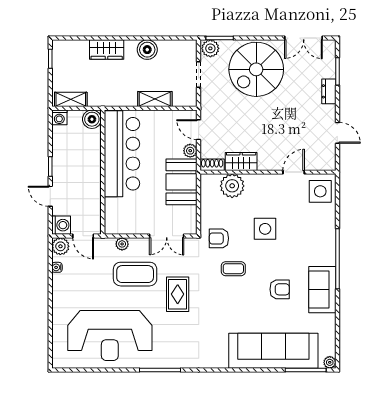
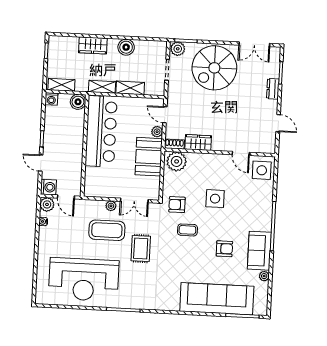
shelving: (120, 99) -> (102, 87), added
door: (294, 172) -> (241, 153), swing flipped
plant: (232, 186) -> (177, 161), moved
plant: (122, 244) -> (111, 206), moved
plant: (330, 362) -> (264, 276), moved

